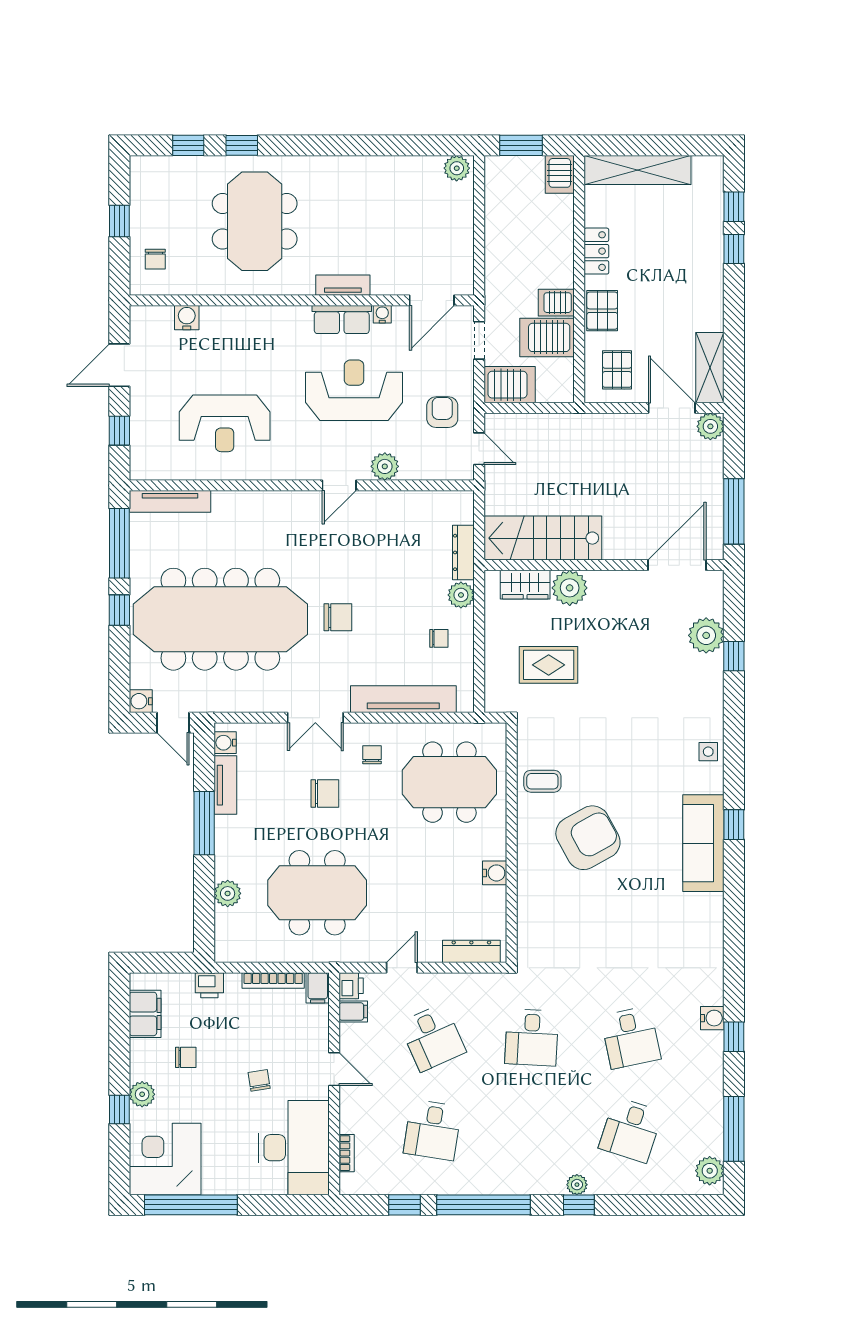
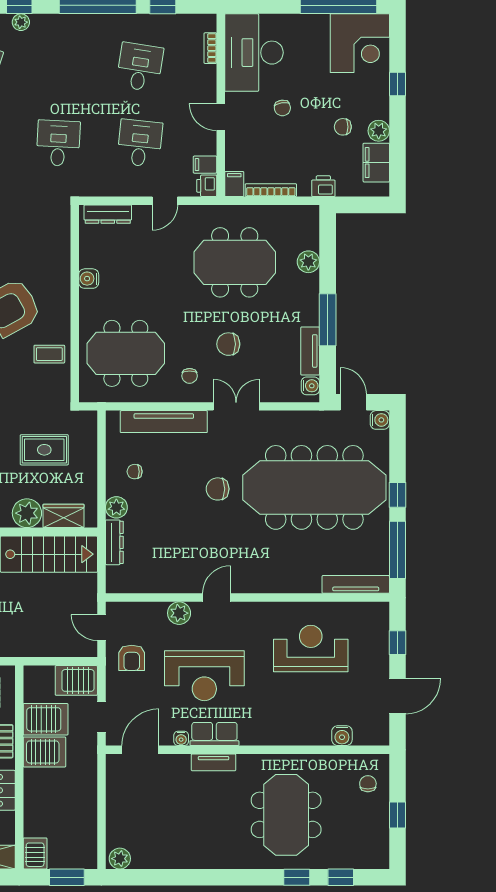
server rack: (556, 303) -> (44, 752), width x1.36, depth x1.44
desk: (432, 1037) -> (140, 143), turned 30
plant: (142, 1094) -> (379, 131), moved

